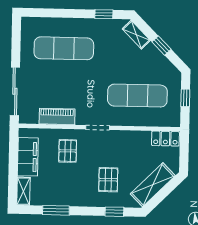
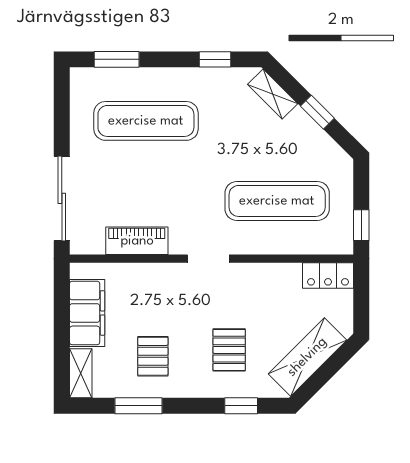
window: (48, 13) -> (117, 59), added
window: (185, 98) -> (361, 225), moved
pallet: (68, 151) -> (153, 356), moved

